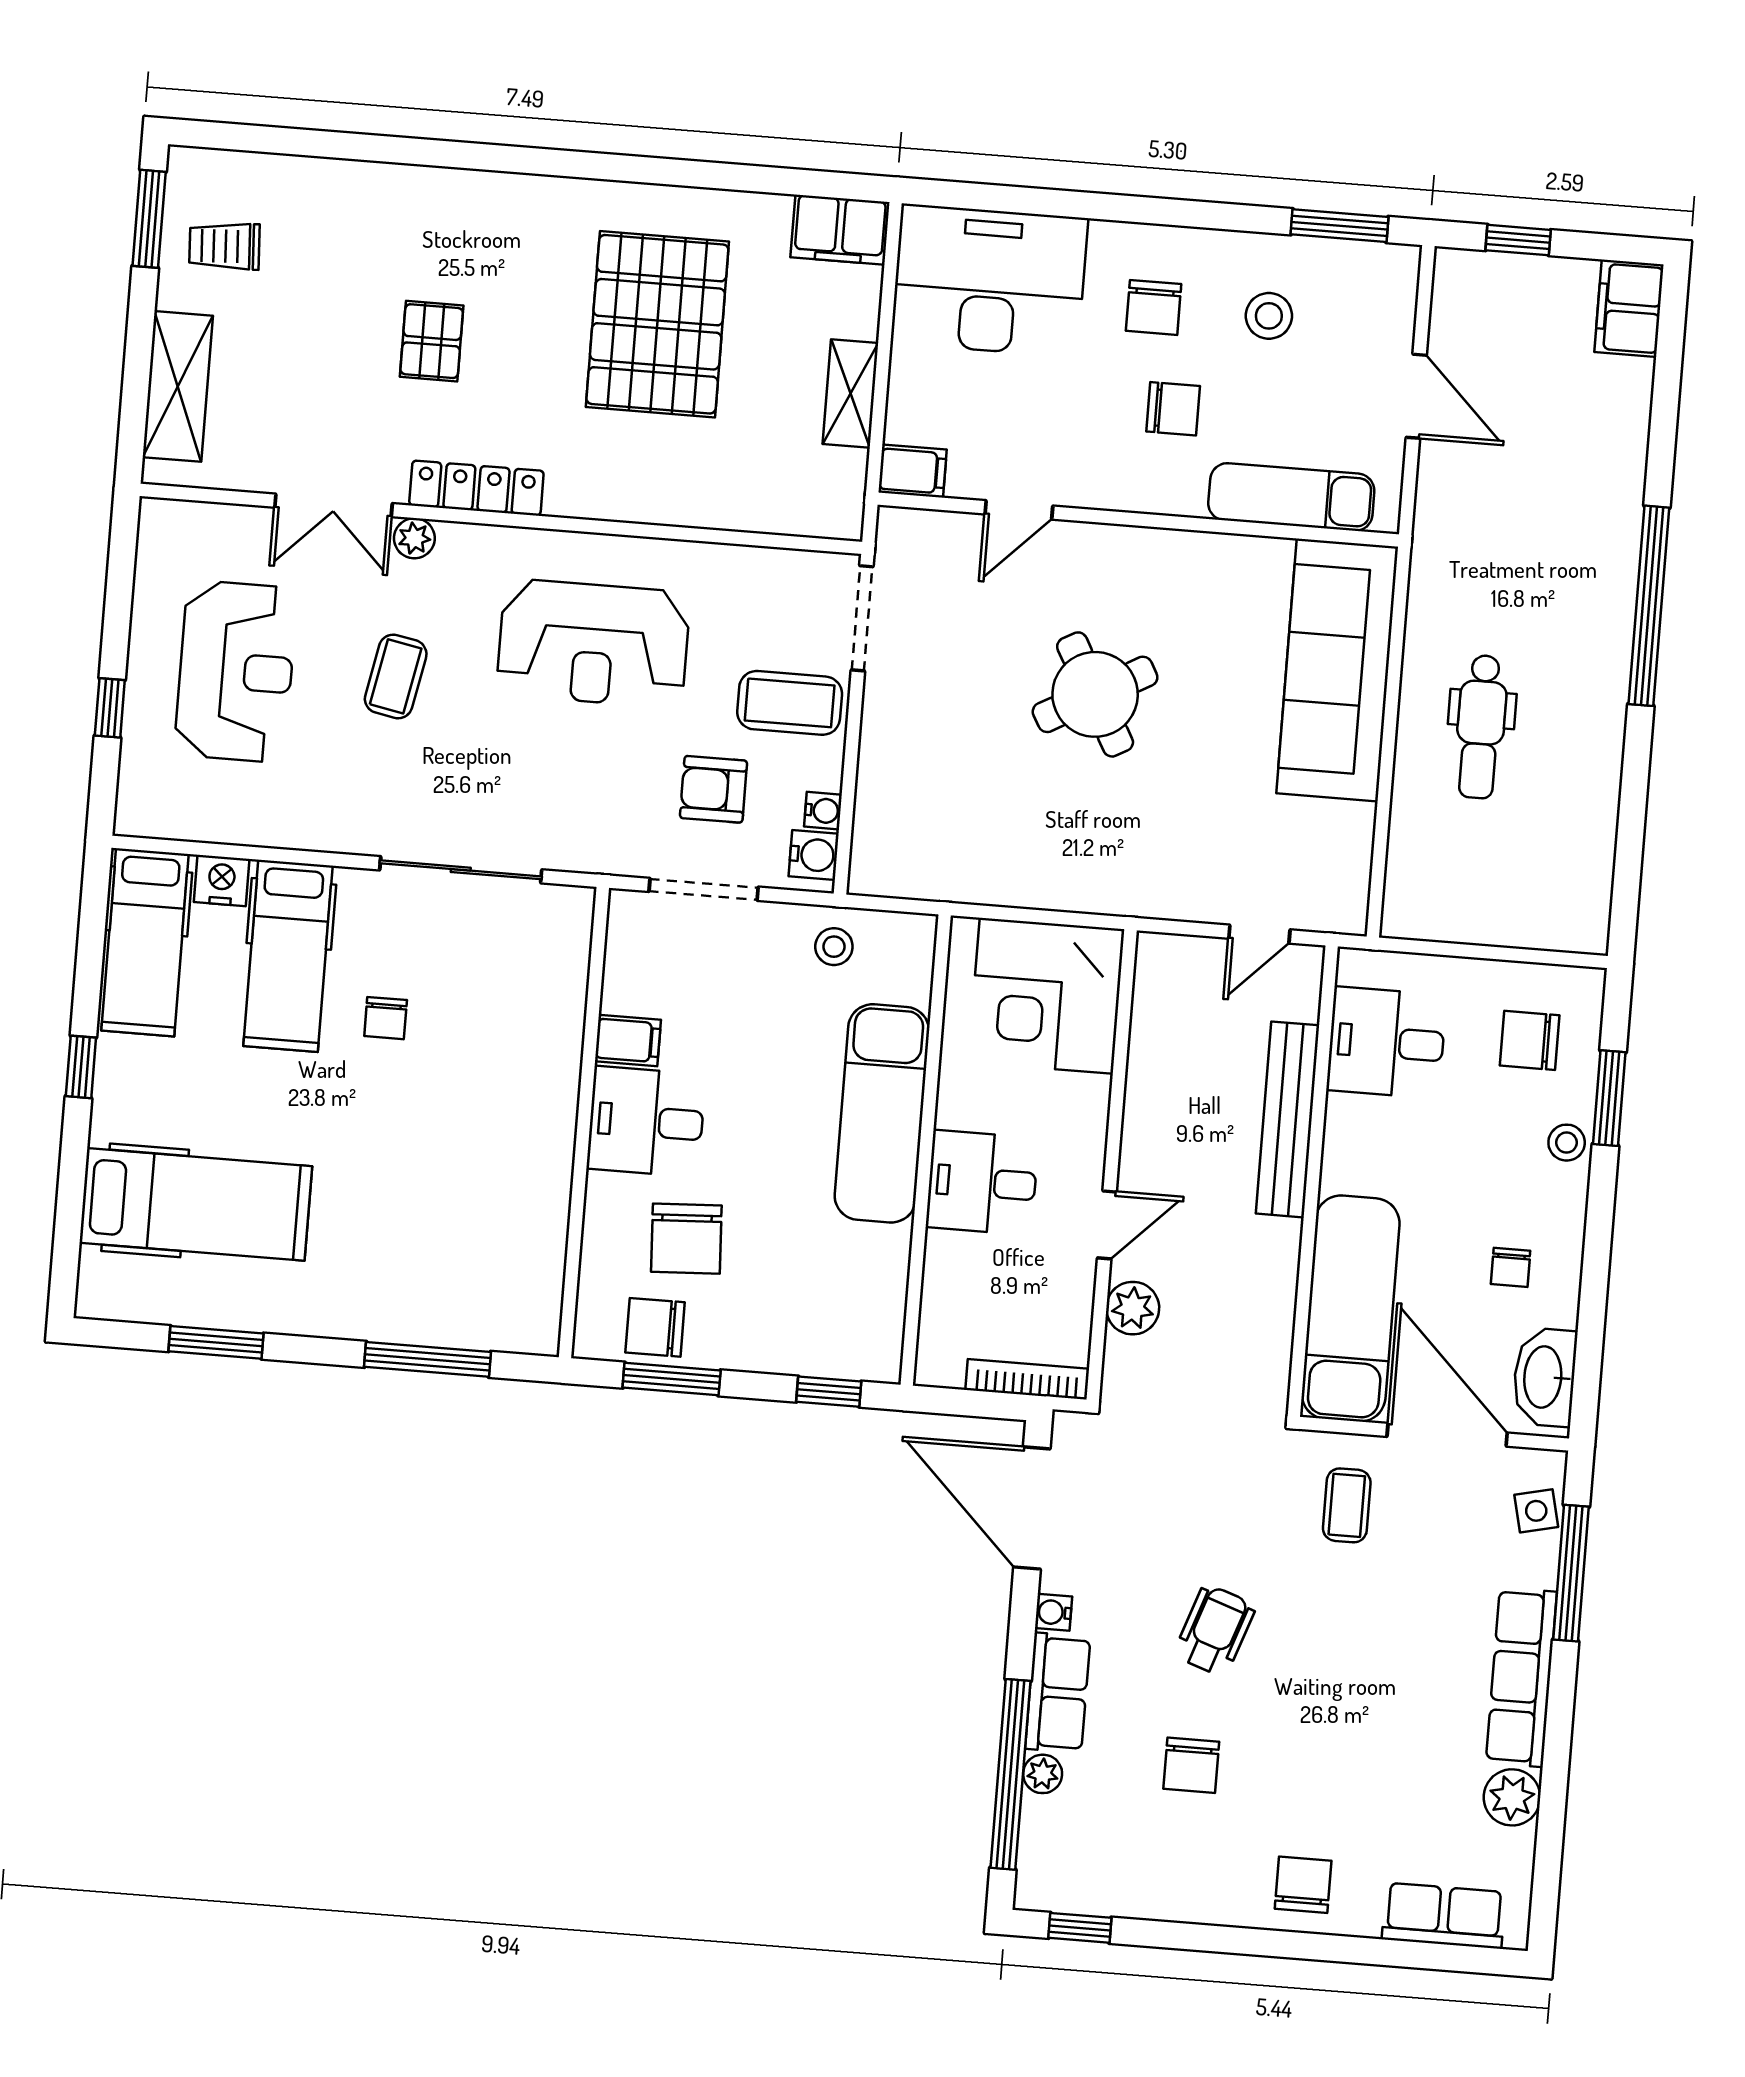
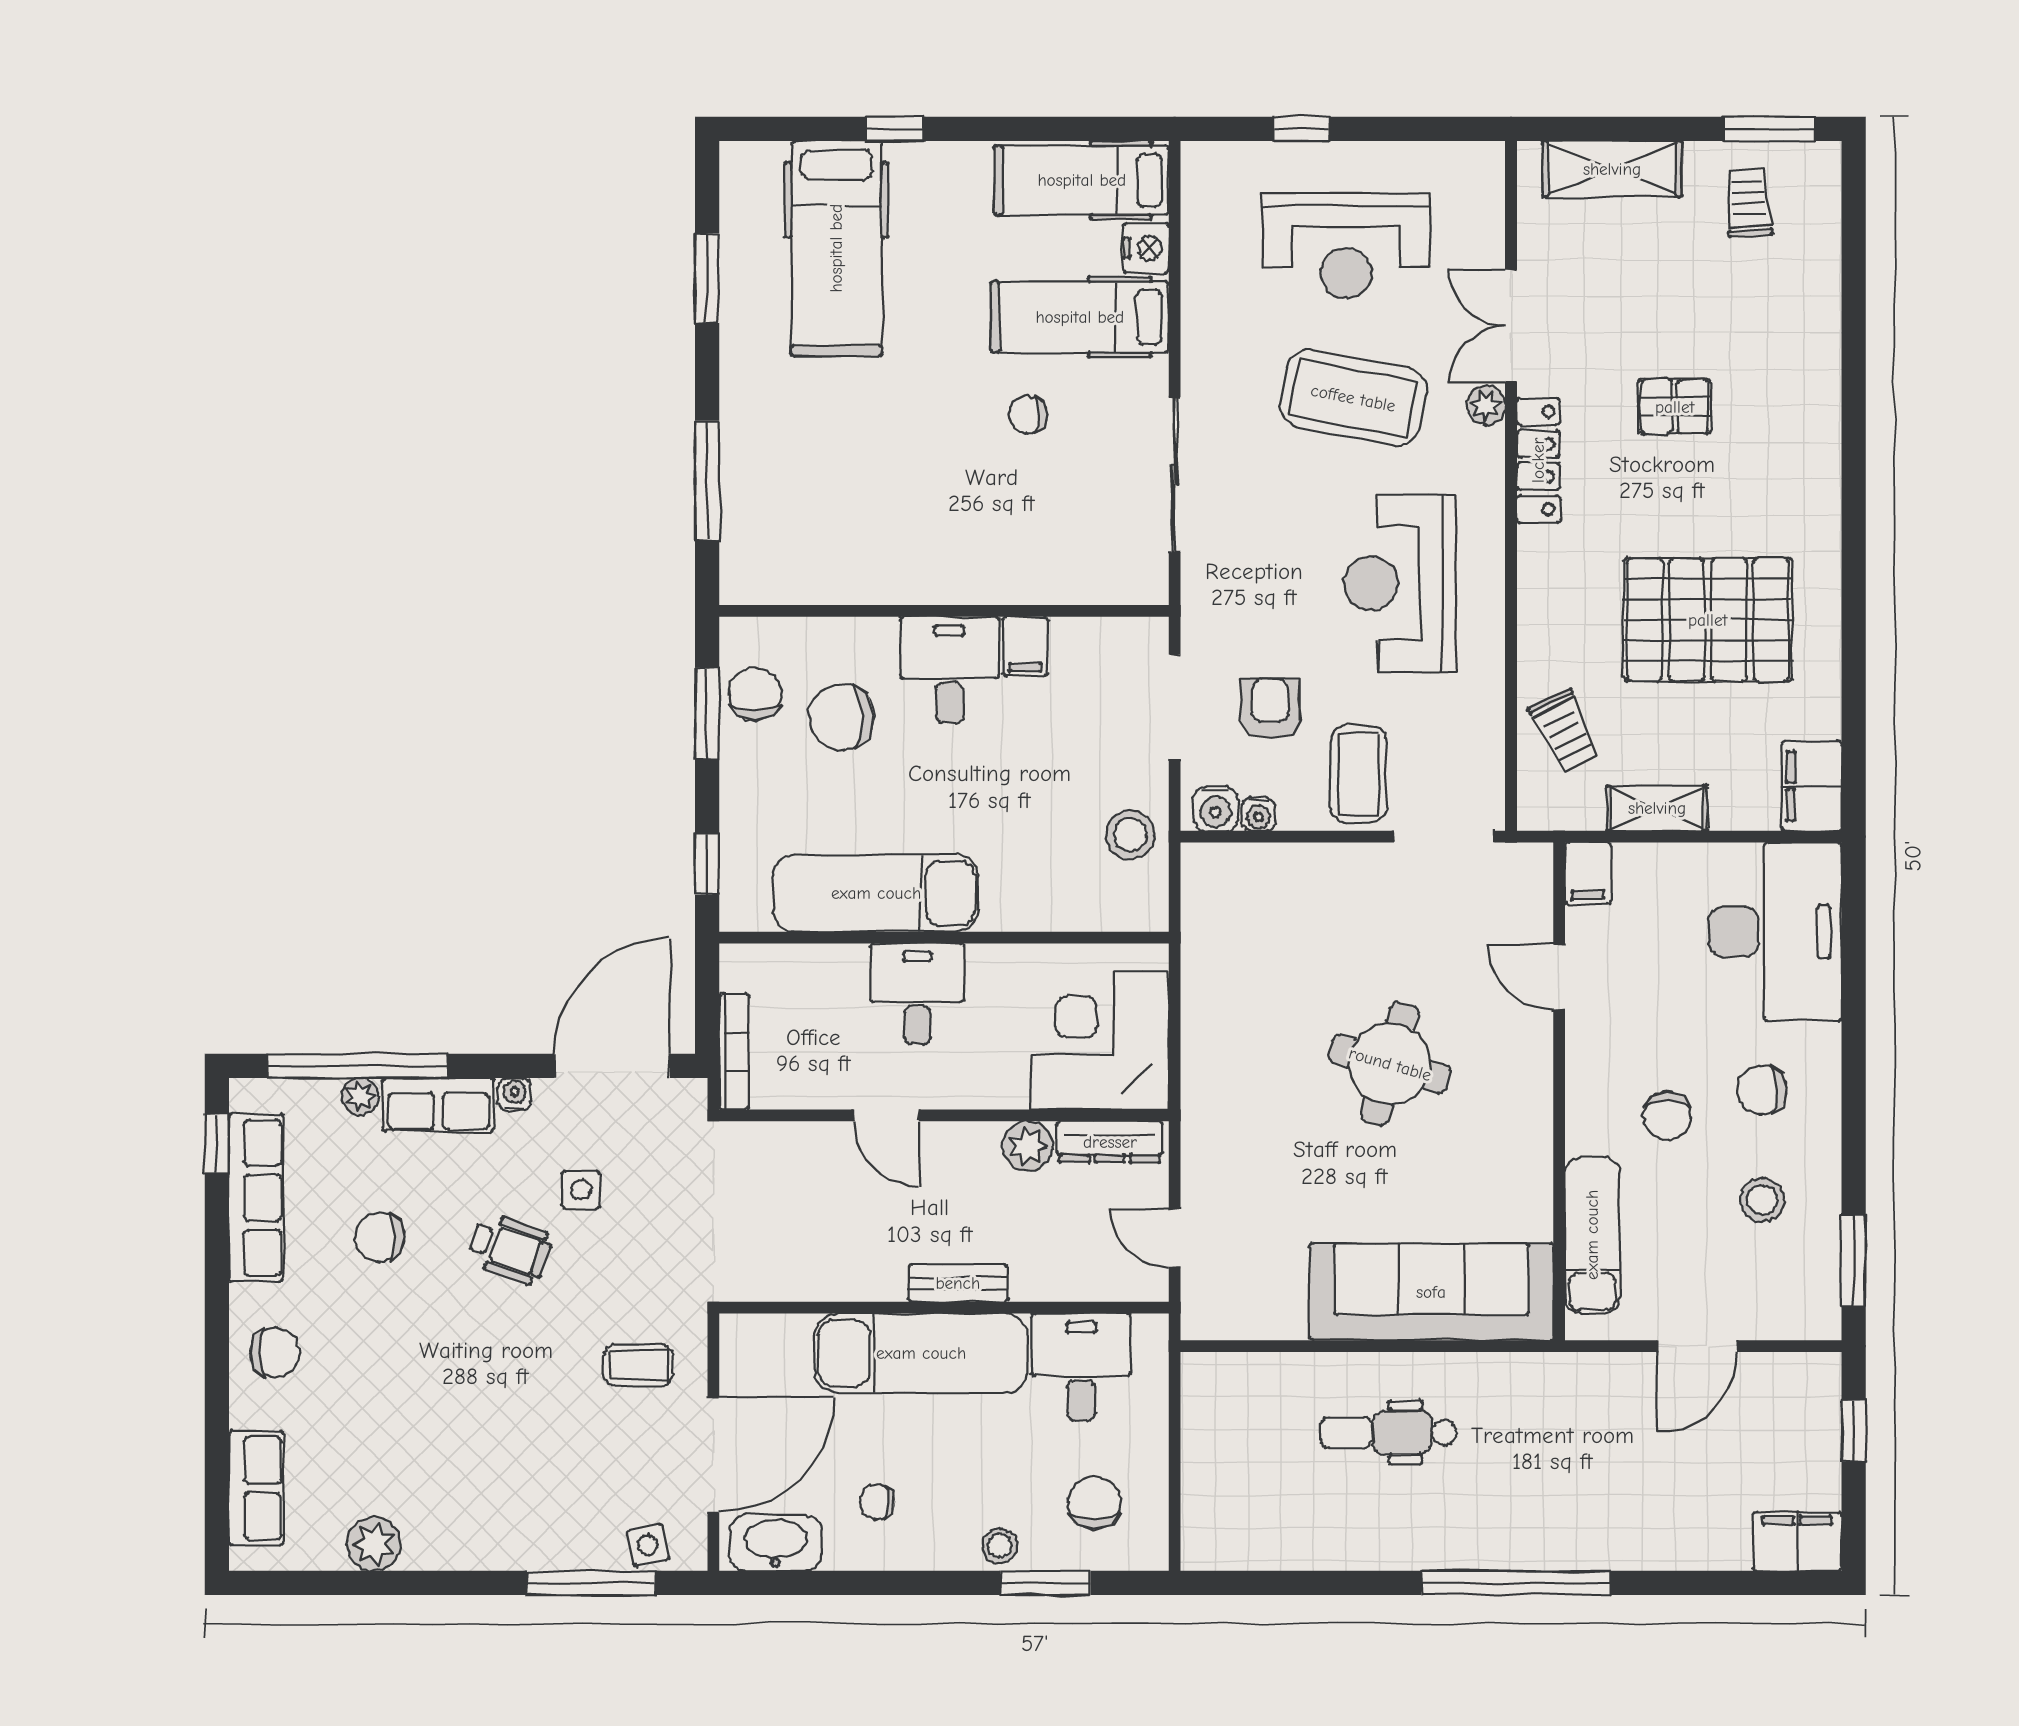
trolley: (762, 483) -> (1565, 731), added
coffee table: (396, 676) -> (1353, 398), width x1.86, depth x1.72
round table: (1095, 694) -> (1390, 1064), turned 45
stool: (834, 947) -> (1130, 835), width x1.37, depth x1.37
dresser: (1153, 994) -> (1110, 1142), added
window: (81, 1067) -> (895, 129), moved
exam couch: (882, 1113) -> (876, 893), moved
bench: (1287, 1119) -> (958, 1283), width x0.54, depth x0.82
plant: (1133, 1308) -> (1028, 1146), moved
exam couch: (1351, 1309) -> (921, 1353), moved
side table: (1159, 1551) -> (581, 1190), added
row of seats: (1521, 1677) -> (256, 1198), moved, turned 90

